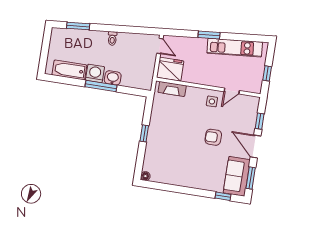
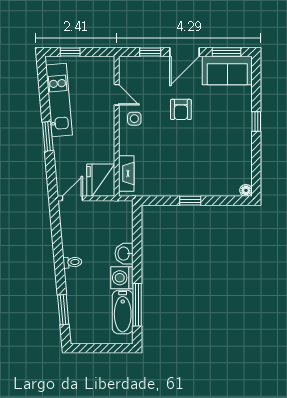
window: (267, 73) -> (70, 52), moved
window: (101, 86) -> (137, 305), moved
window: (223, 196) -> (256, 121), moved

